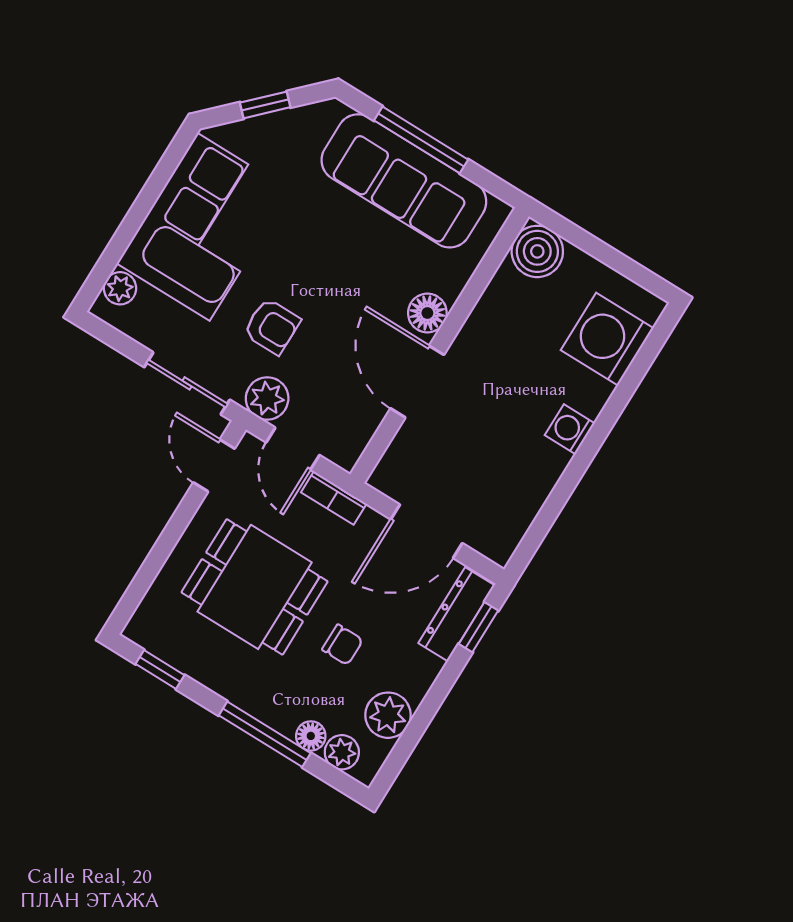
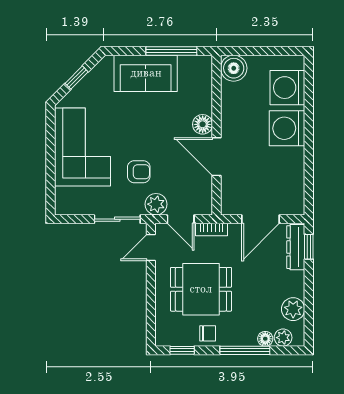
window: (421, 140) -> (171, 51), moved
sofa: (404, 181) -> (146, 73), width x0.73
plant: (120, 288) -> (63, 196), removed
washing machine: (570, 429) -> (287, 128), width x1.89, depth x1.89
door: (214, 466) -> (151, 248), hinge flipped
chair: (343, 645) -> (208, 333), moved

